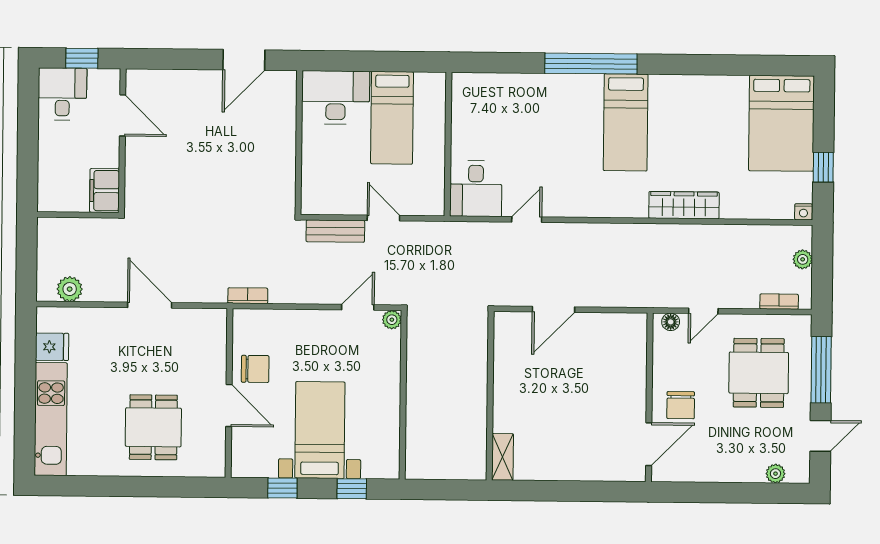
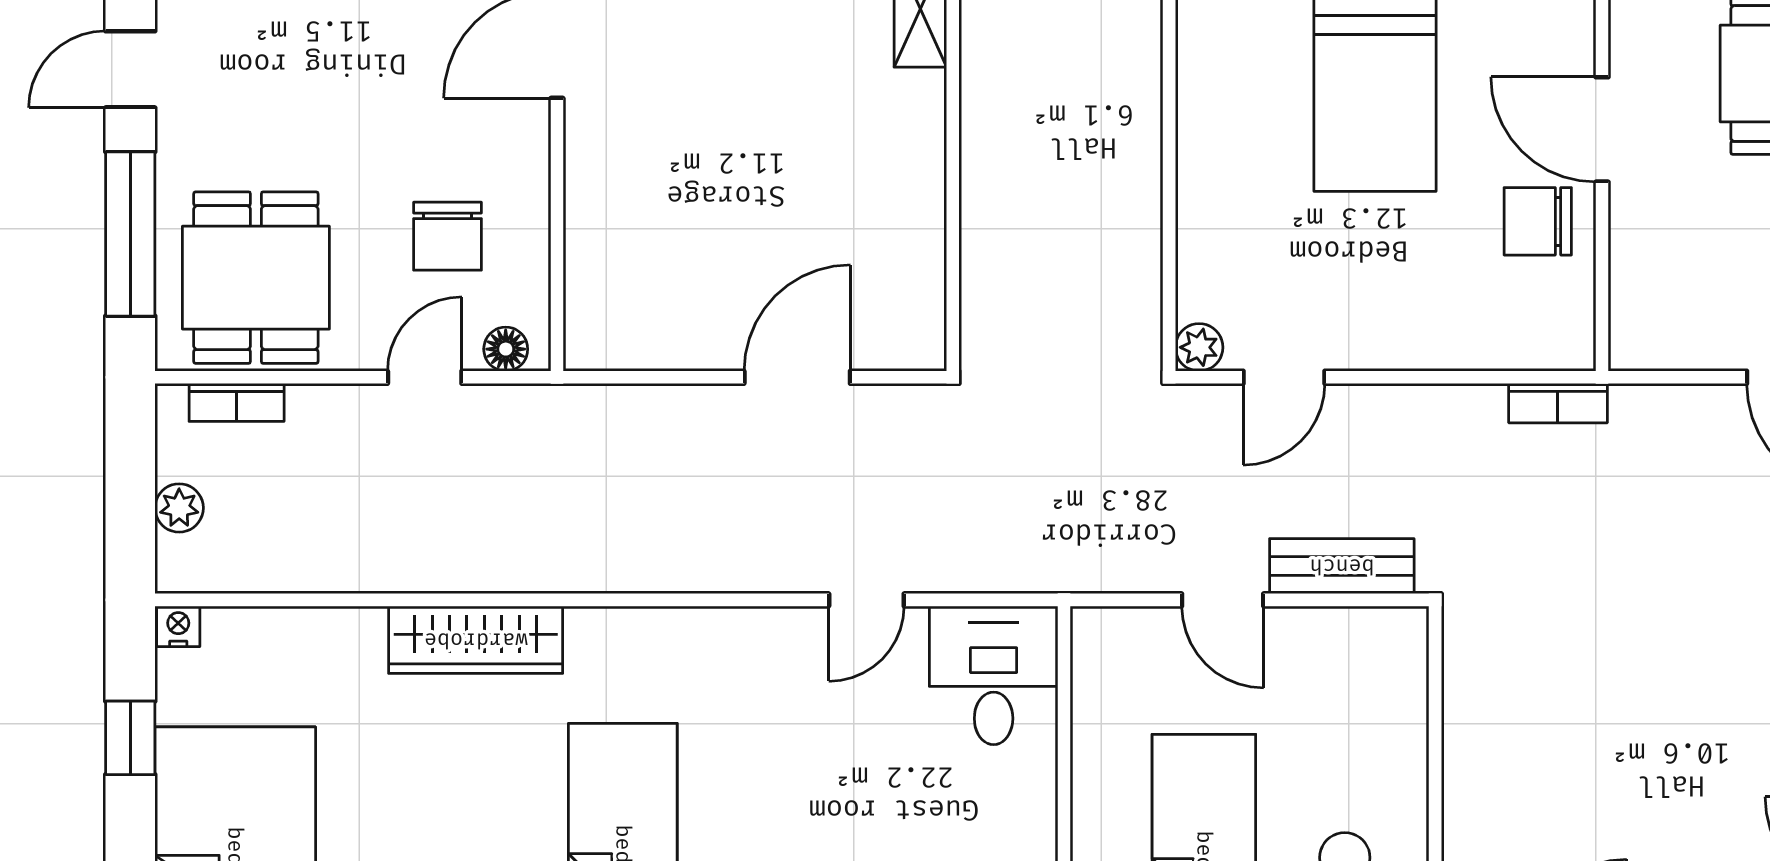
dining table: (759, 373) -> (256, 278), moved
chair: (681, 405) -> (448, 236), moved, turned 180

